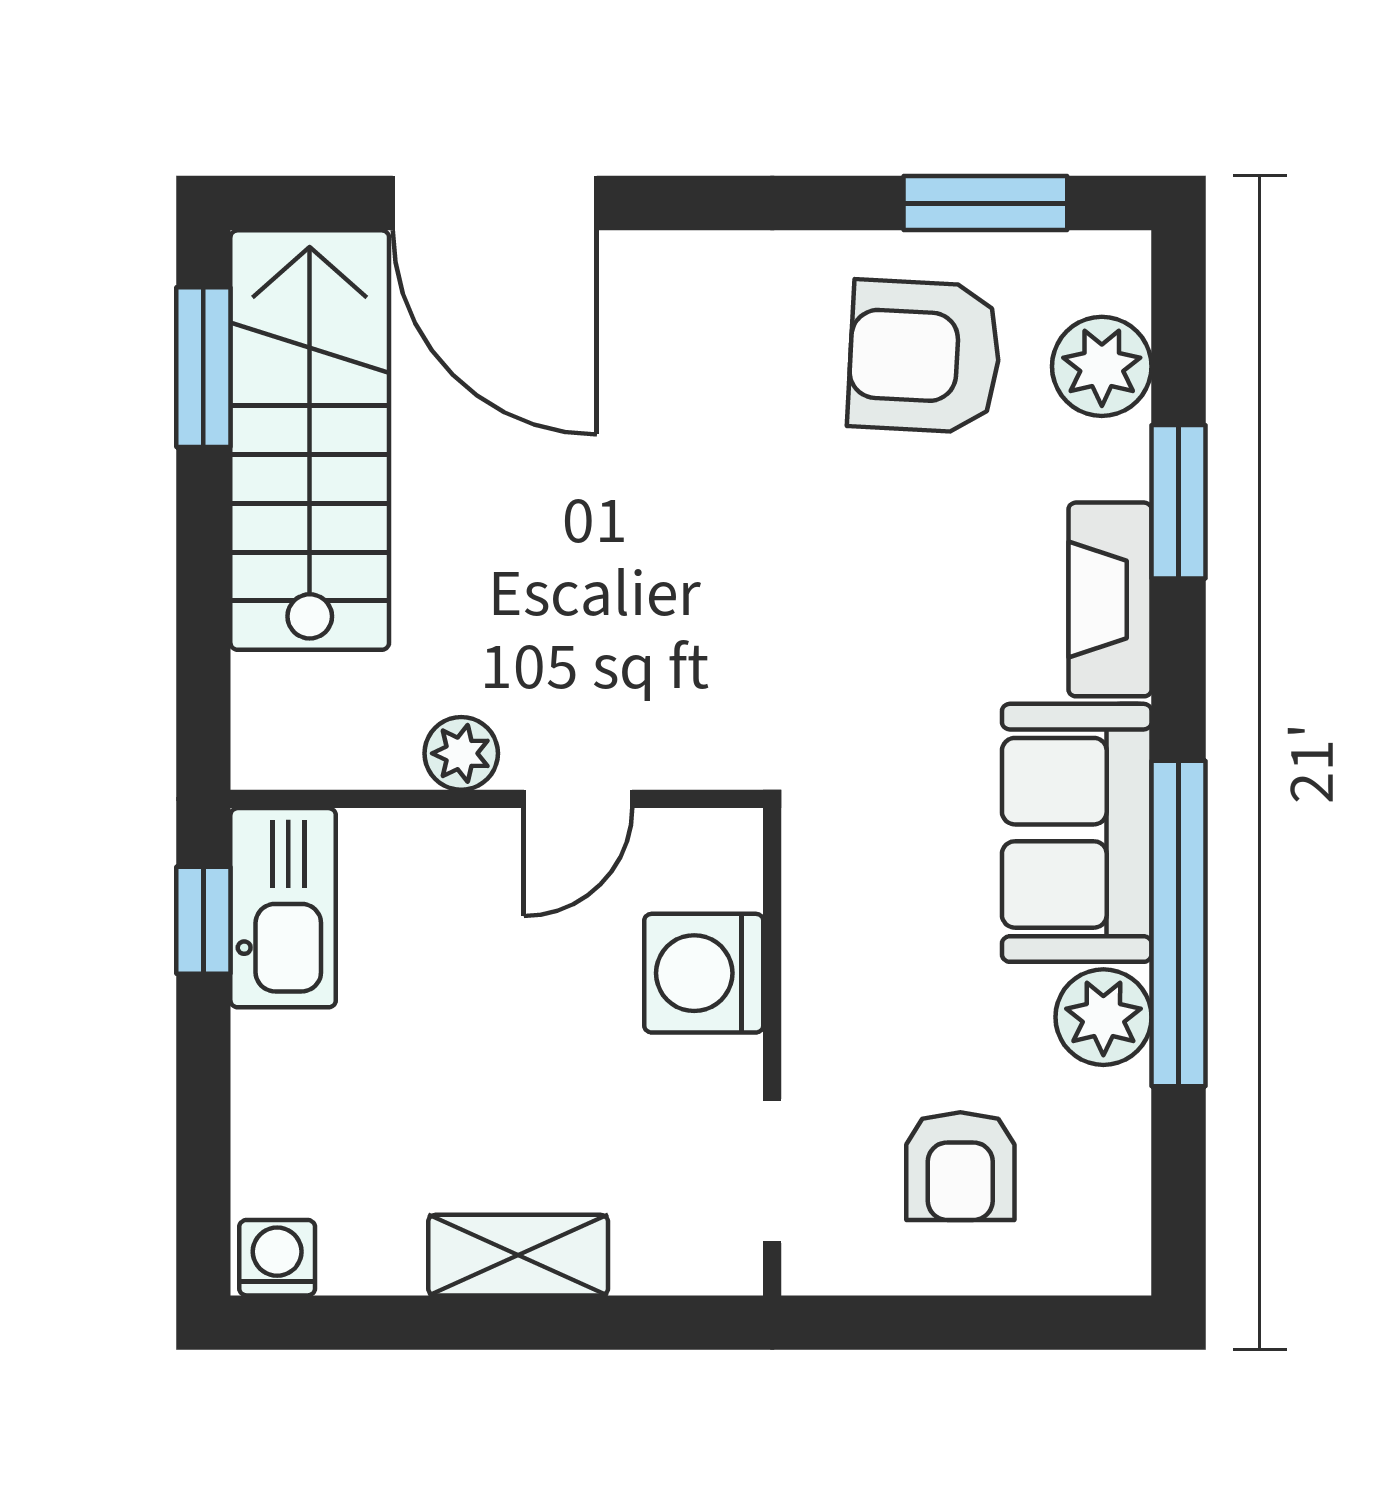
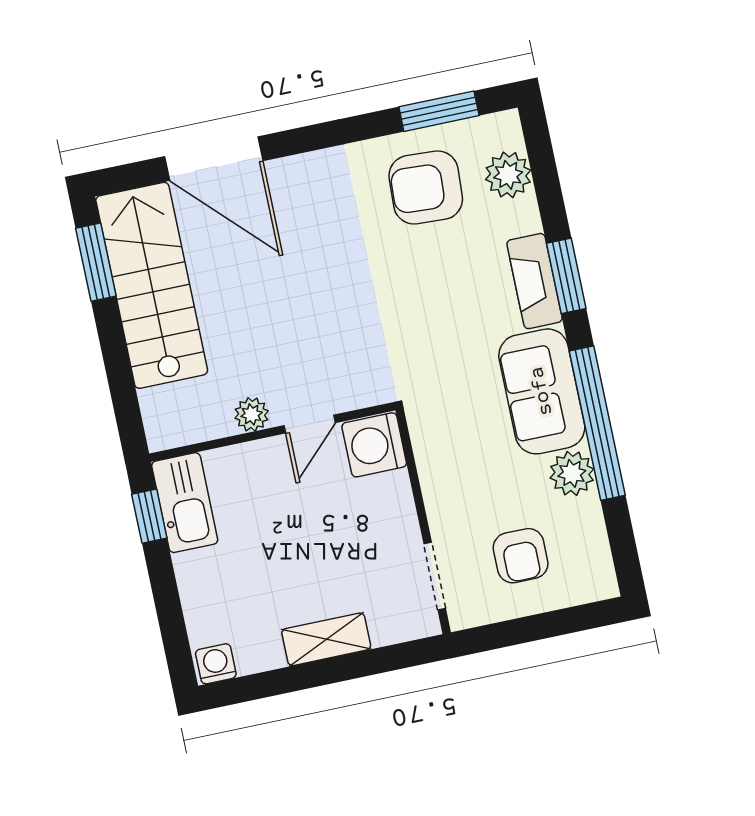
window: (1178, 502) -> (566, 276), moved
washing machine: (704, 973) -> (374, 445), moved

